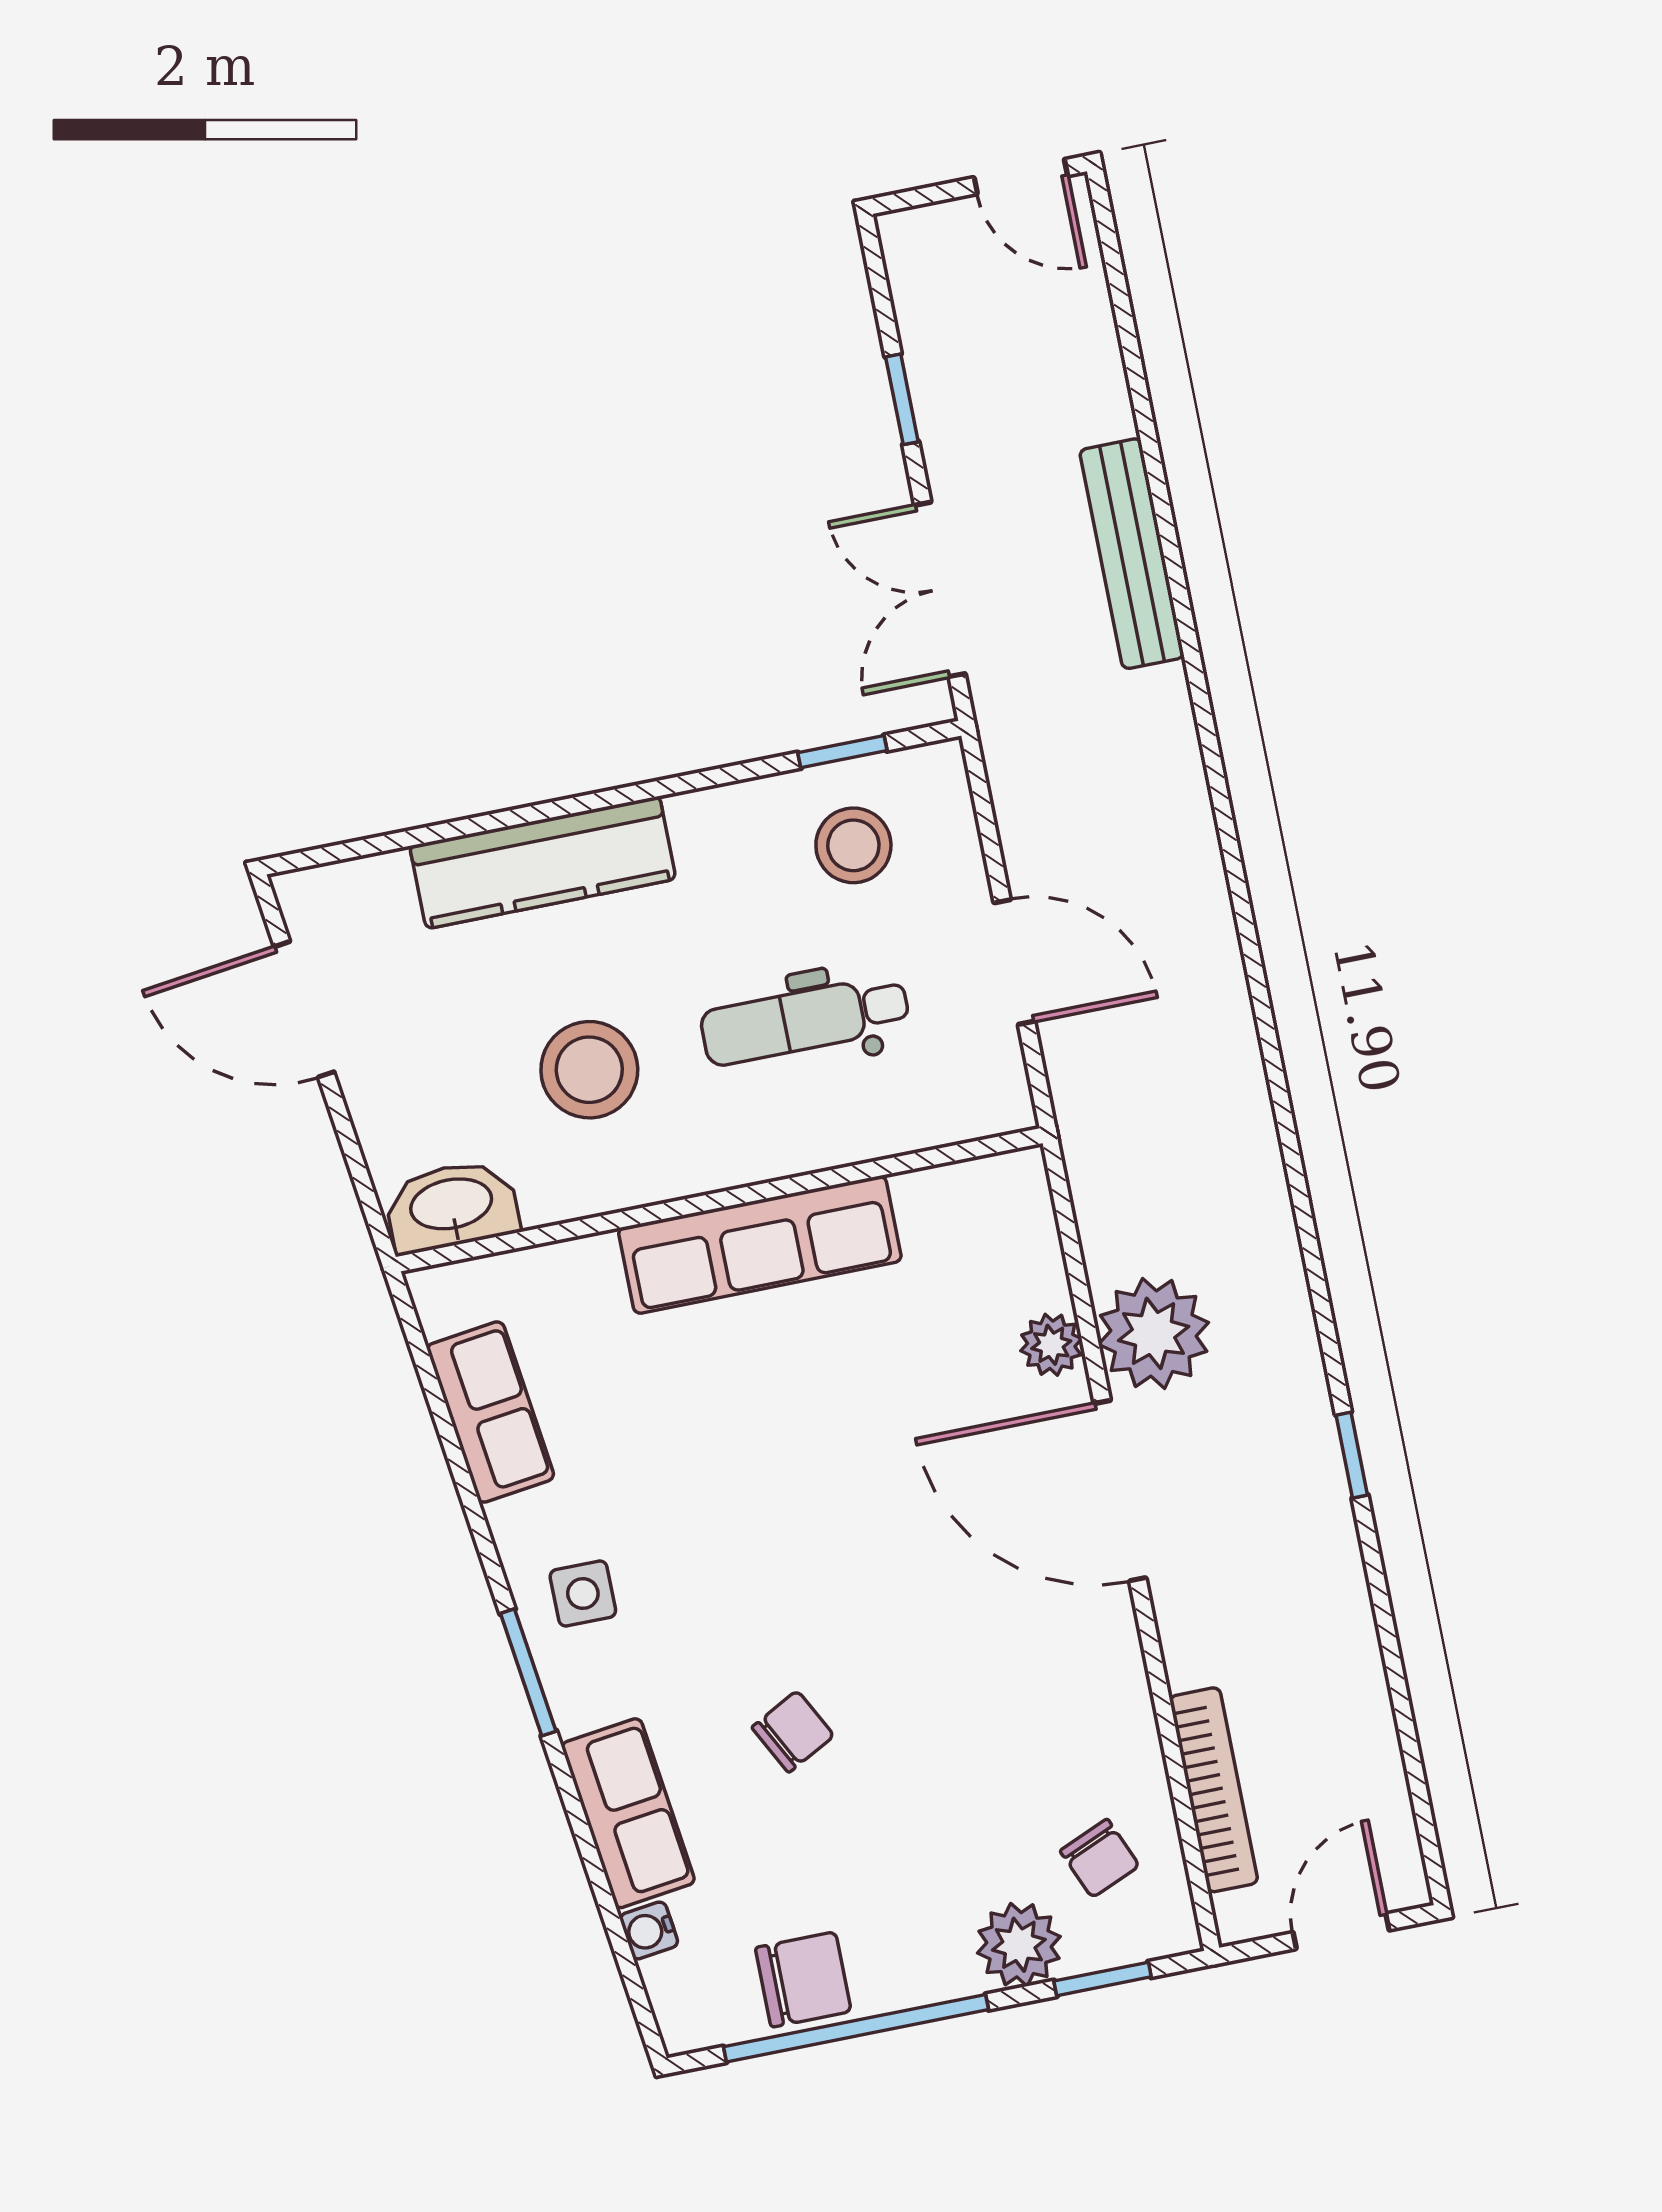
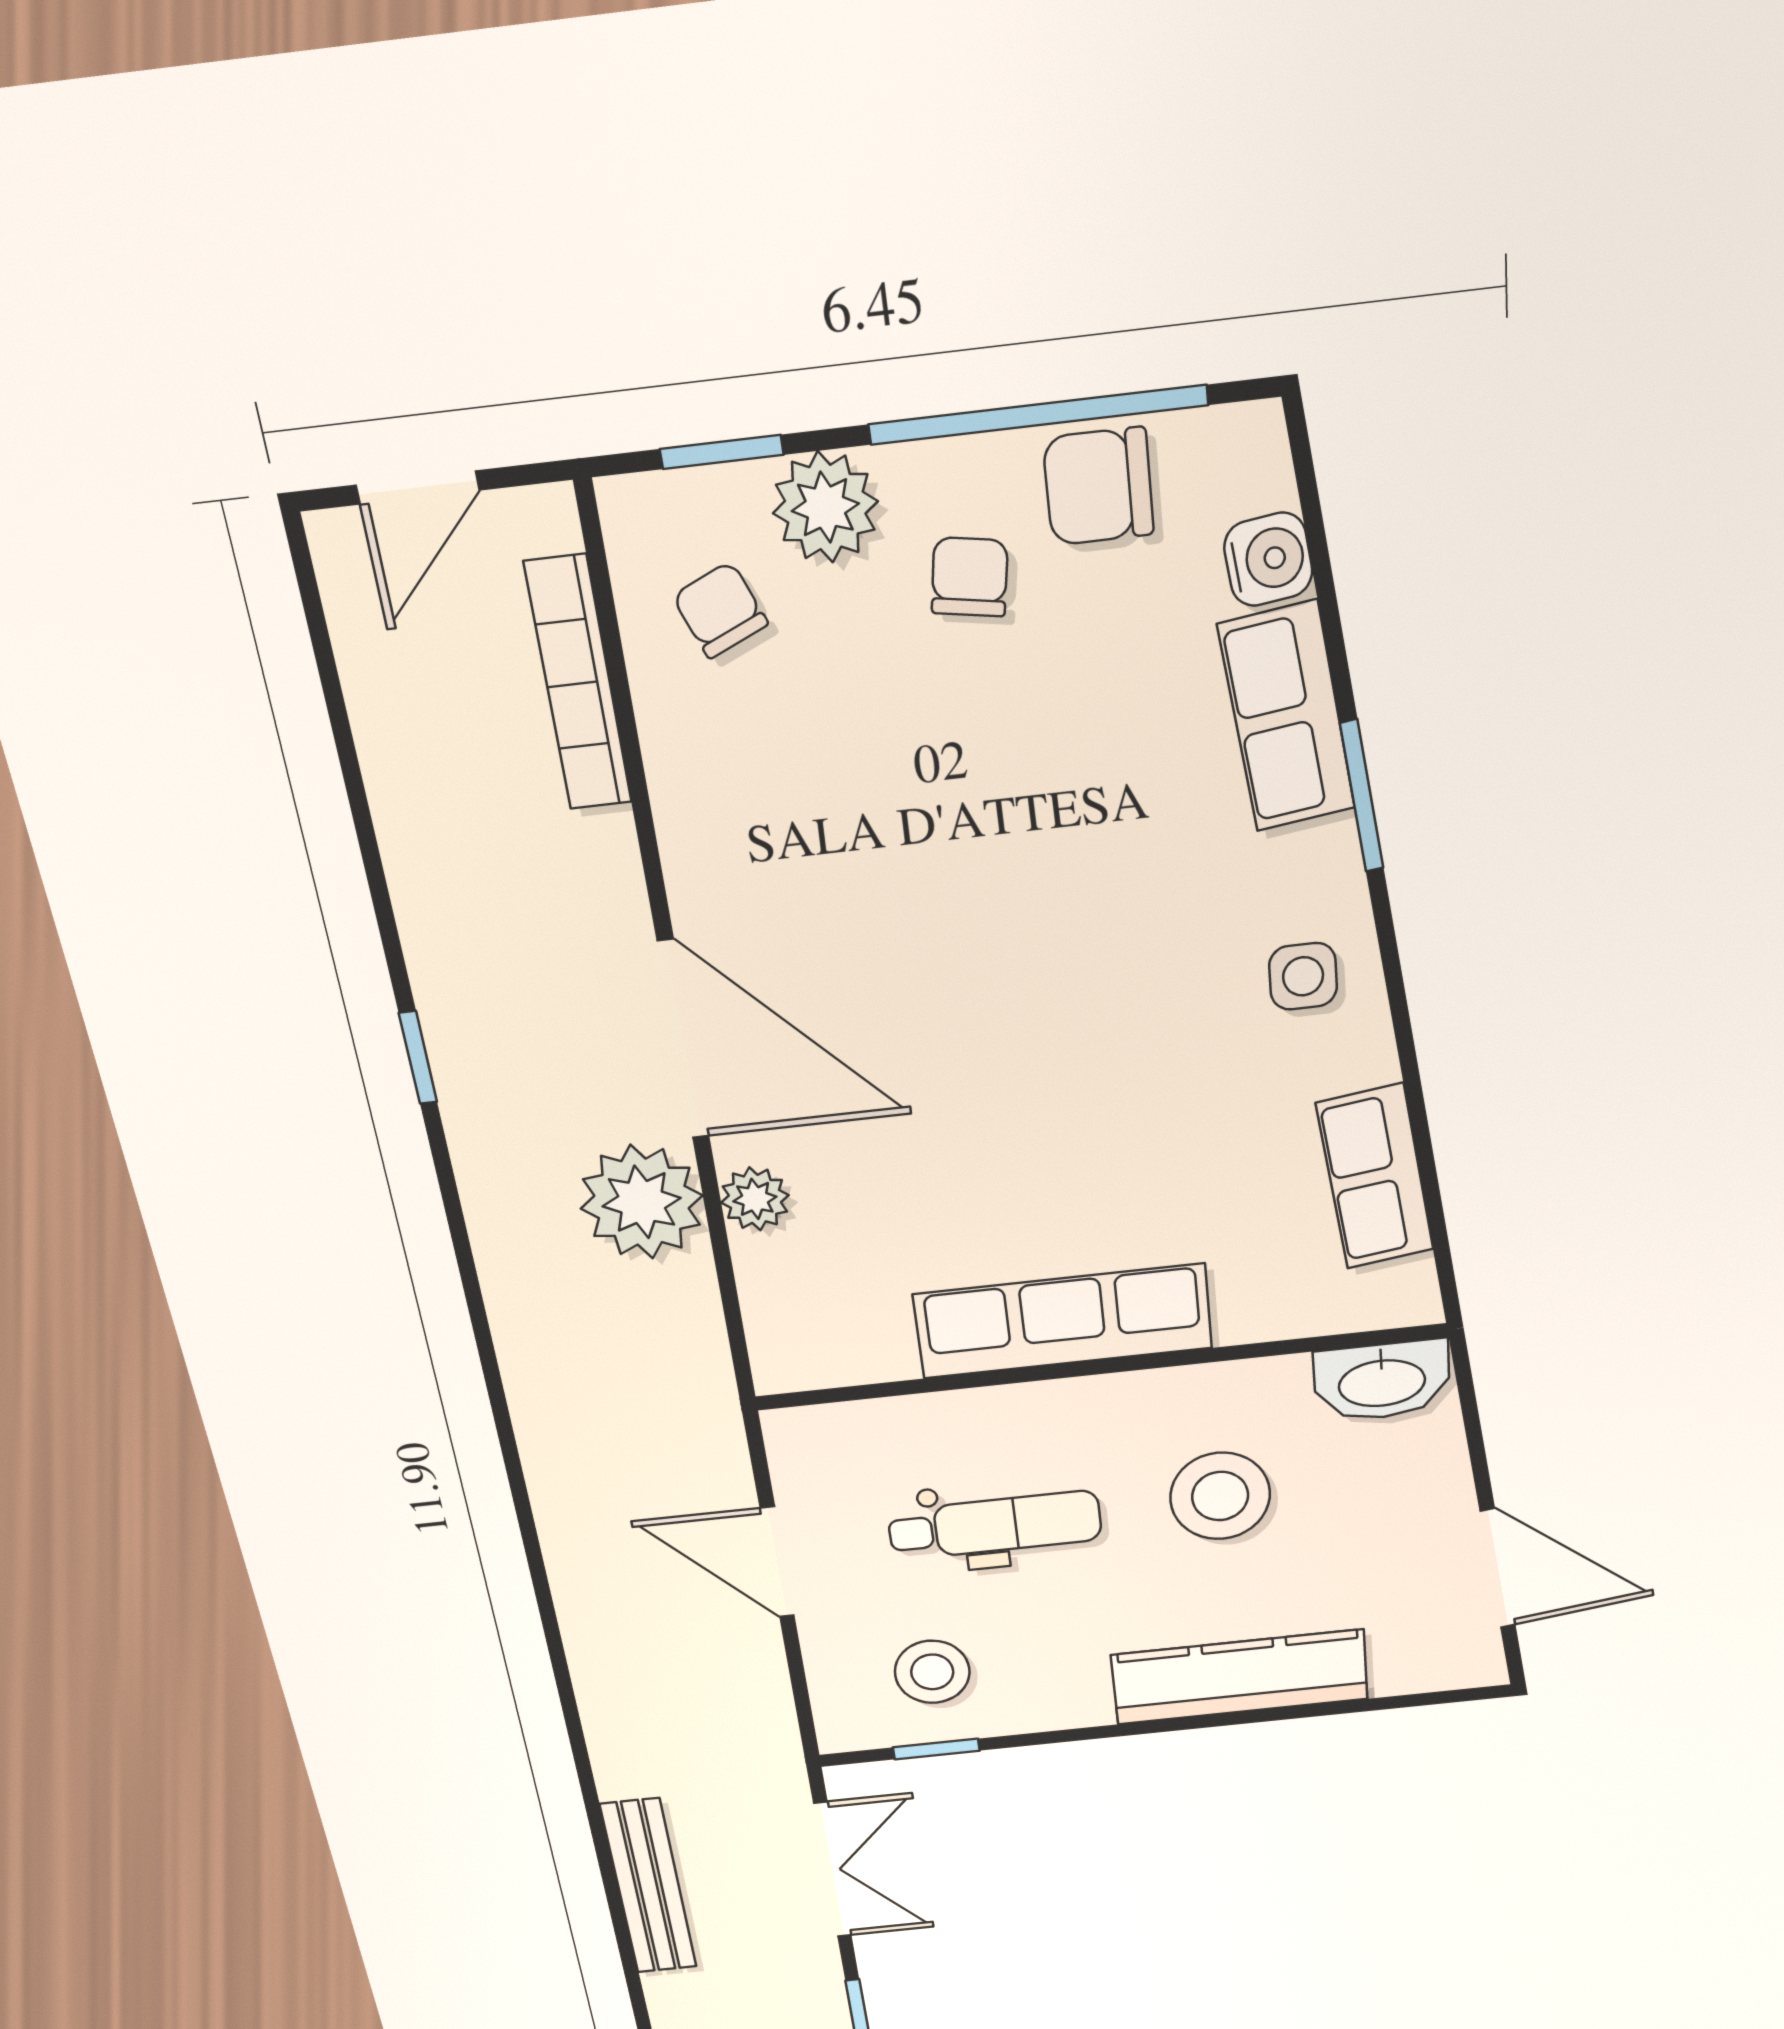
window: (528, 1672) -> (1362, 796), moved
chair: (793, 1732) -> (970, 577), moved, turned 127
water cooler: (649, 1930) -> (1268, 559), width x1.38, depth x1.38

